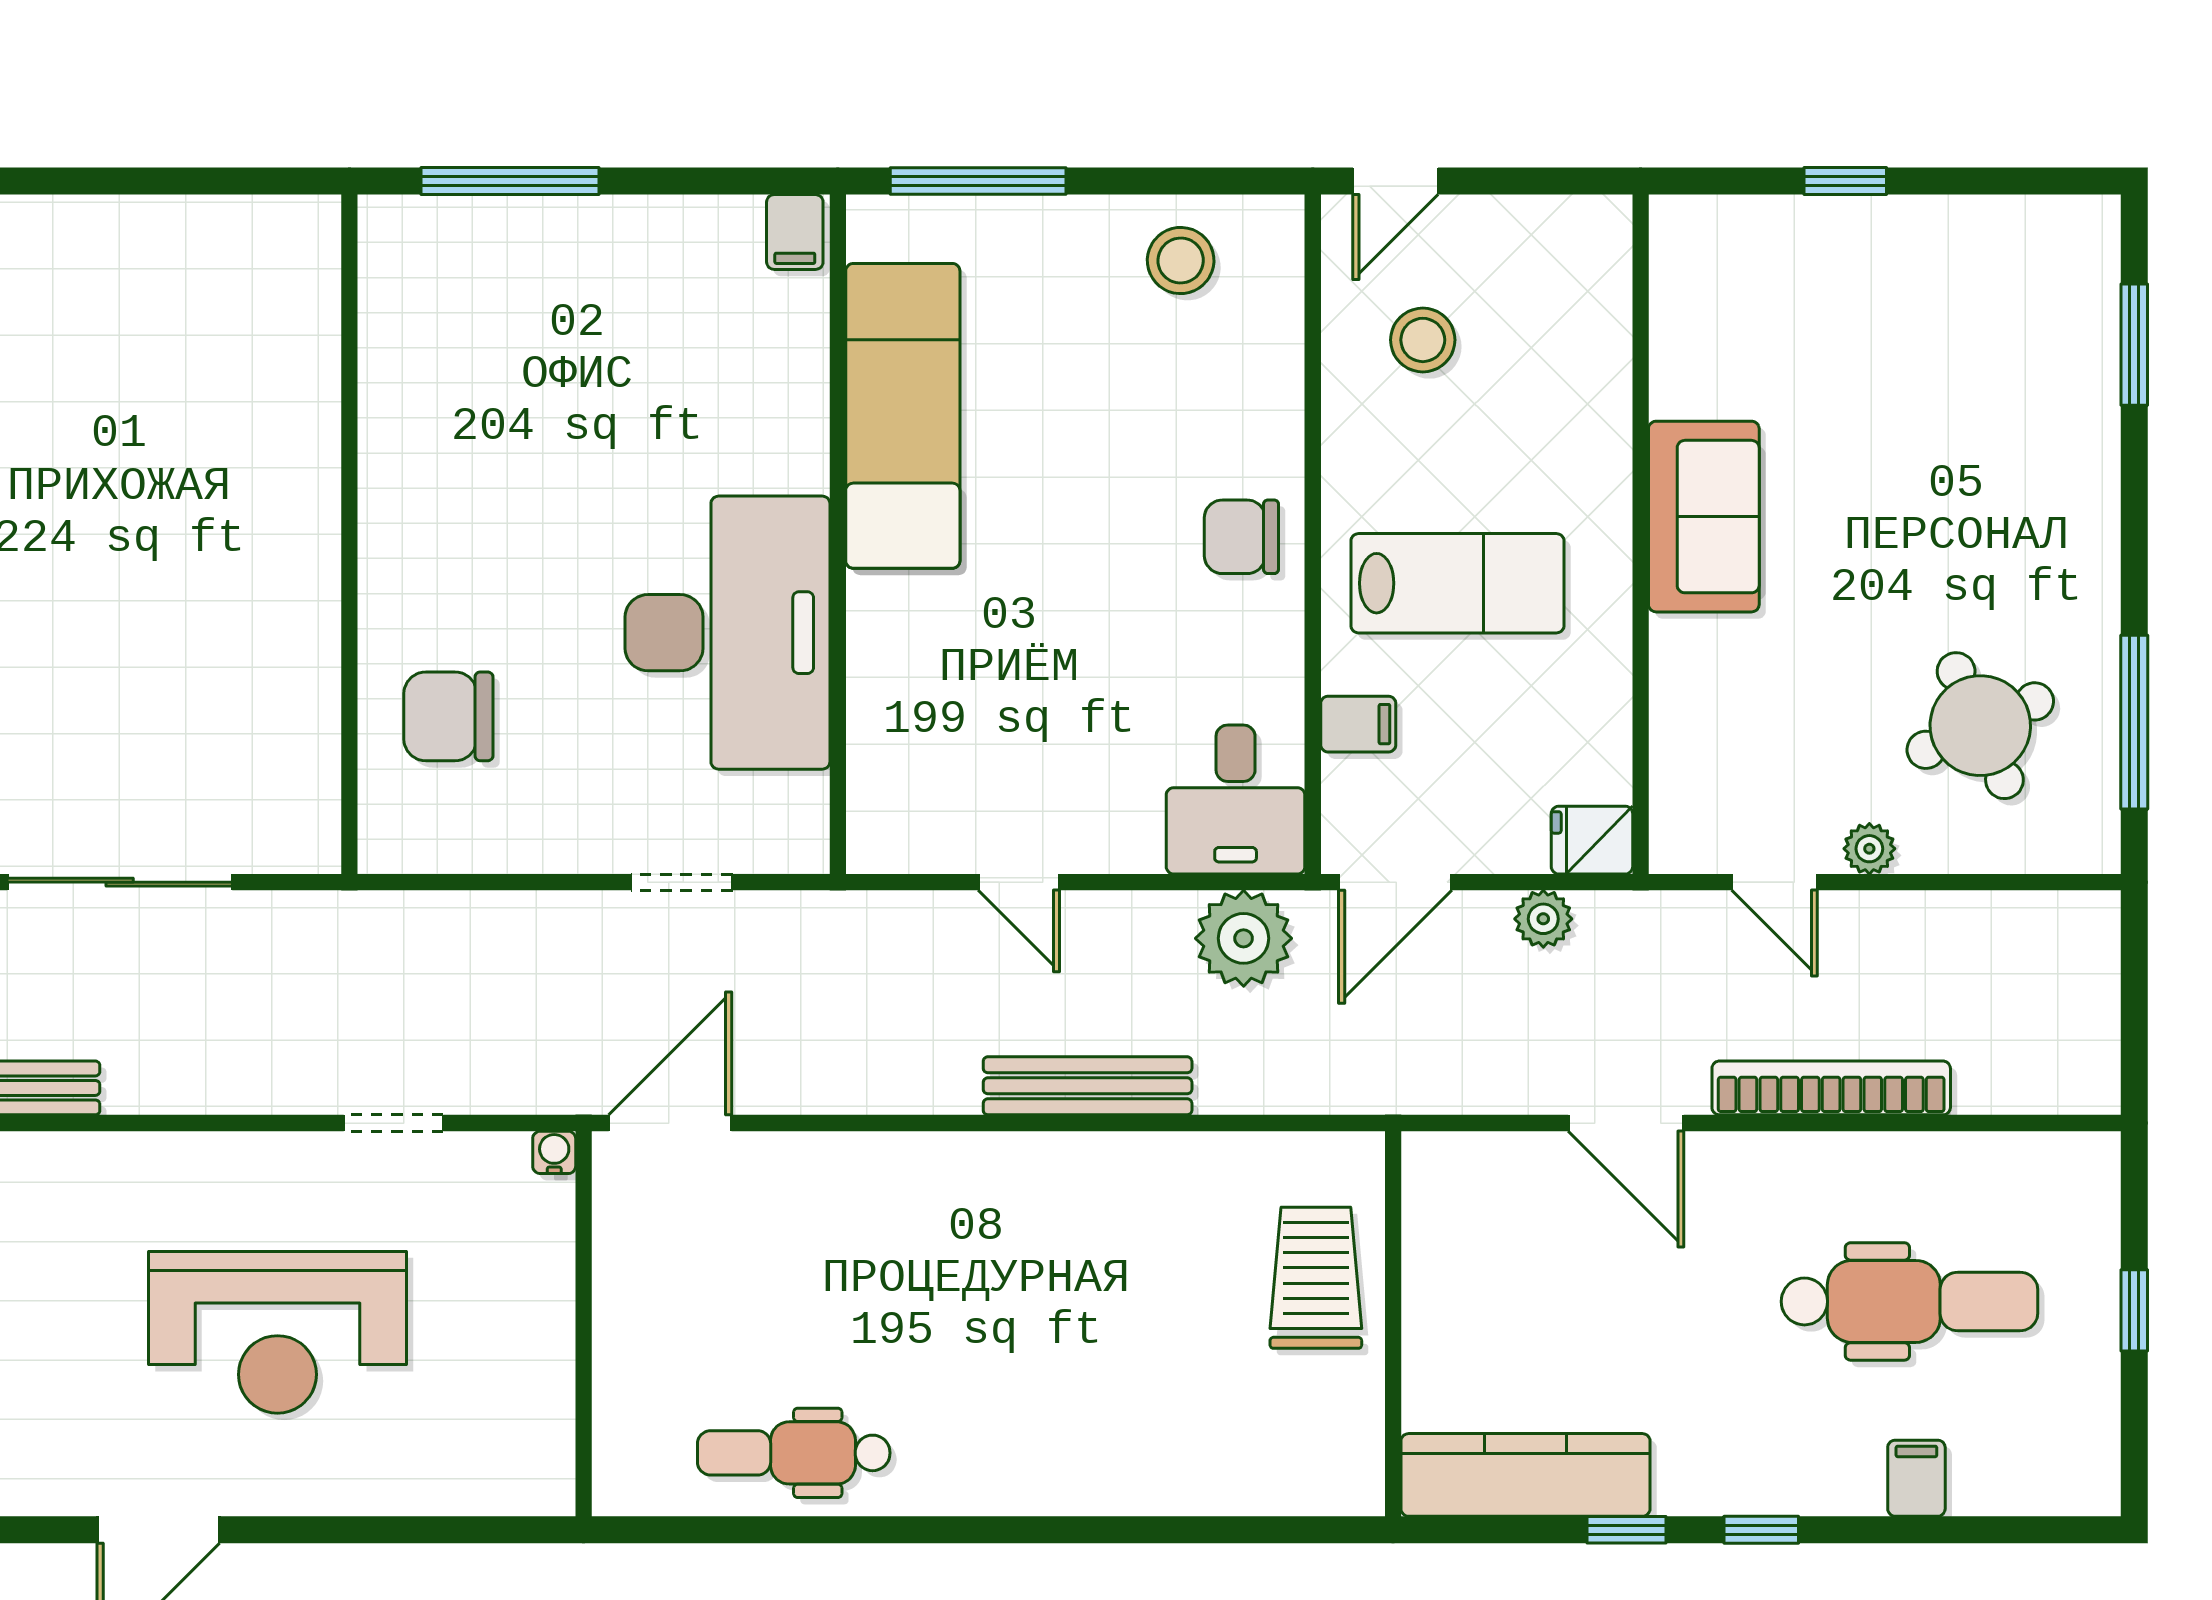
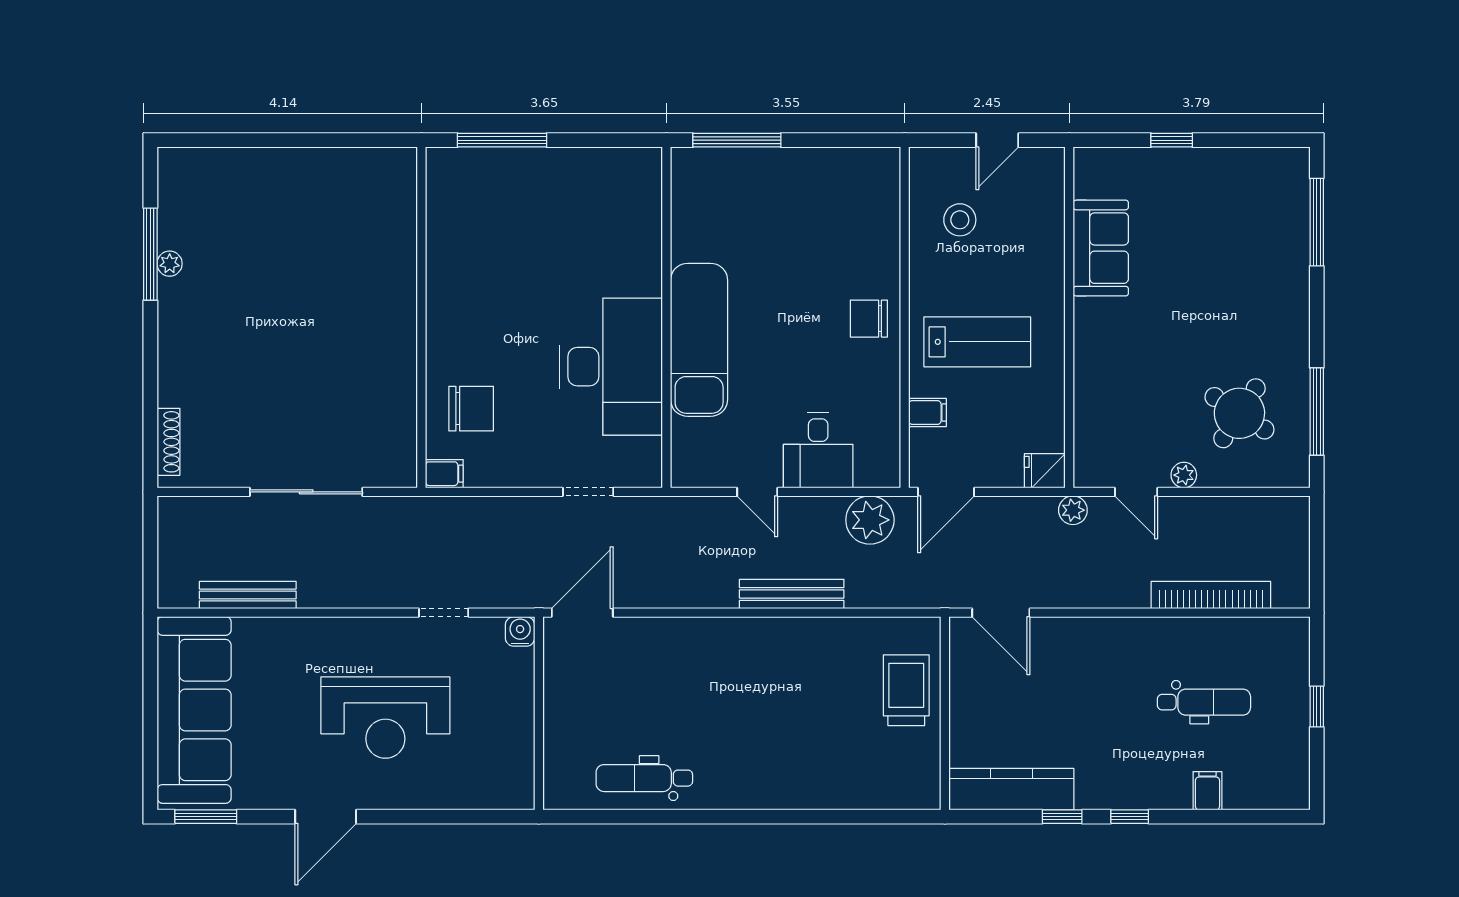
door: (1395, 181) -> (997, 140), moved
filing cabinet: (795, 232) -> (444, 474), moved, turned -90
stool: (1181, 261) -> (838, 180), removed
window: (2134, 345) -> (1317, 222), width x1.44
exam couch: (903, 416) -> (699, 340), moved
sofa: (1704, 517) -> (1101, 248), moved
chair: (448, 716) -> (471, 409), turned 180
round table: (1980, 726) -> (1239, 413), turned -33
desk: (1236, 800) -> (818, 450), moved
plant: (1543, 919) -> (1073, 510), moved
bookcase: (1831, 1088) -> (1211, 595), moved
door: (1626, 1123) -> (1001, 613), moved
water cooler: (554, 1152) -> (520, 631), width x1.38, depth x1.38
dental chair: (1909, 1301) -> (1204, 702), width x0.73, depth x0.72

